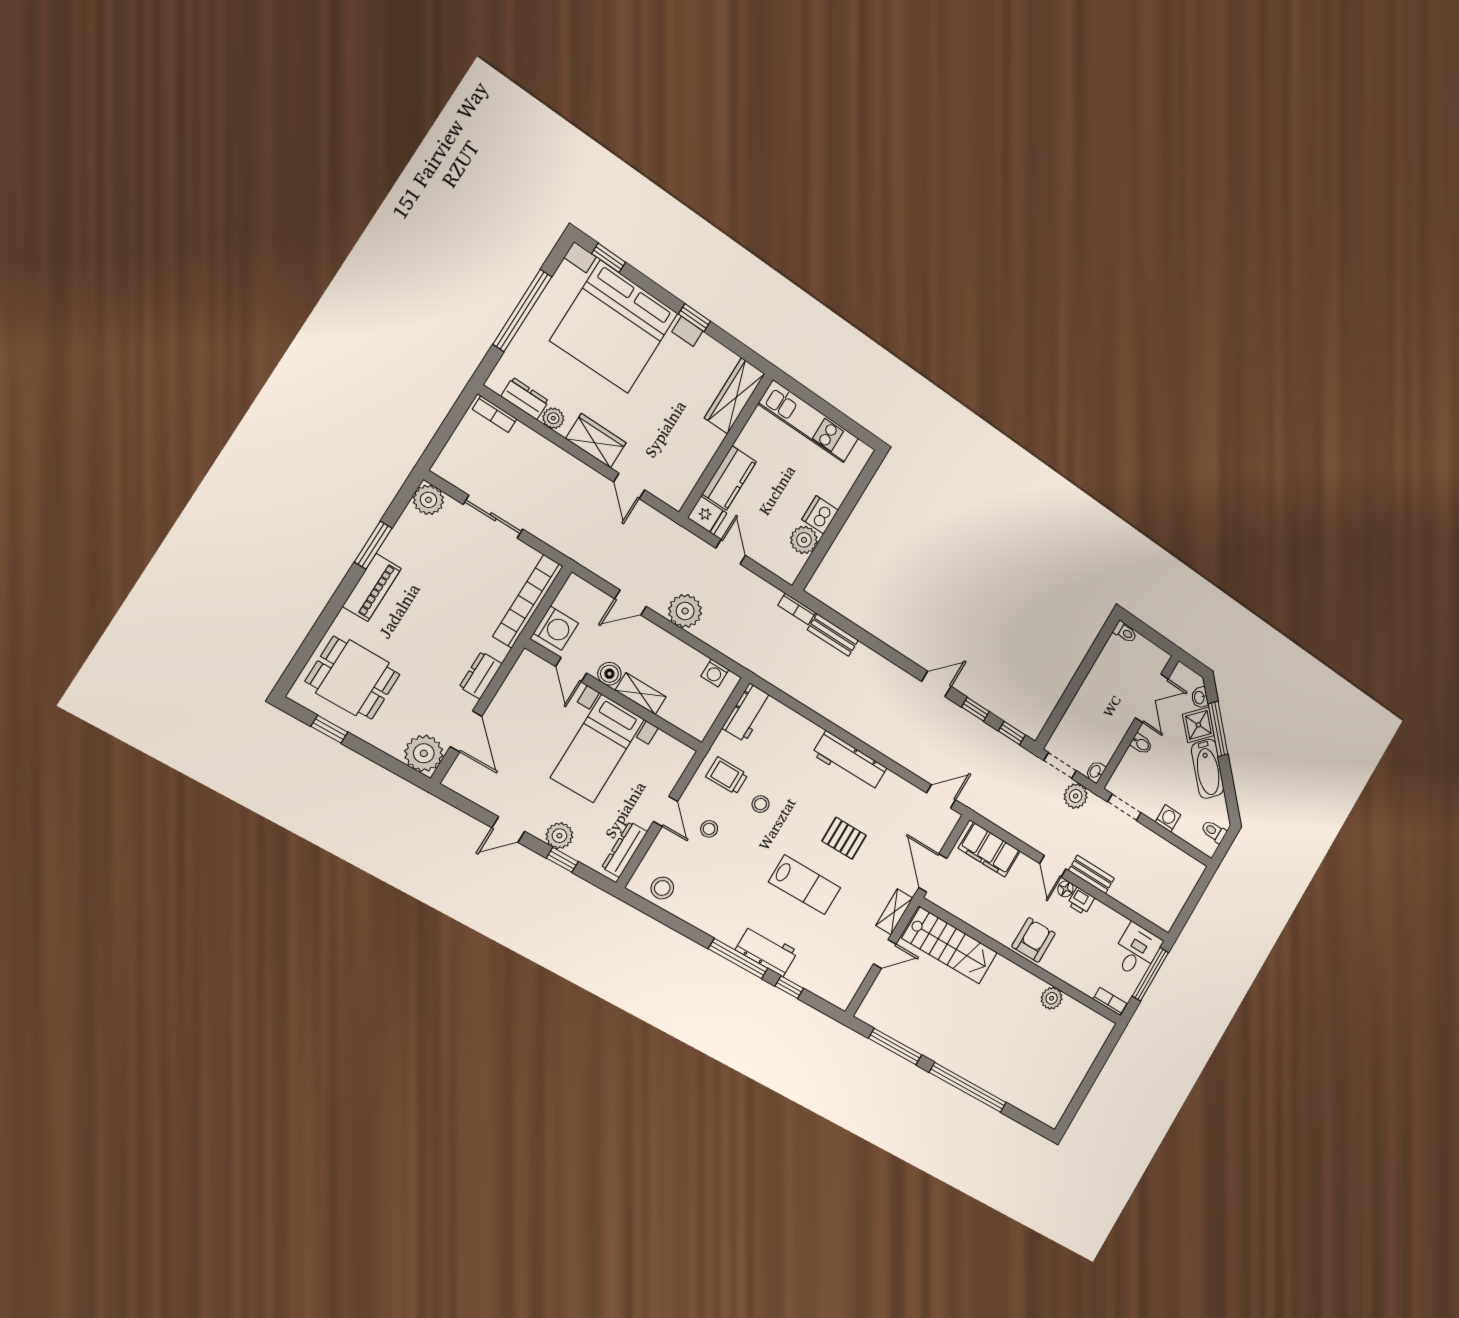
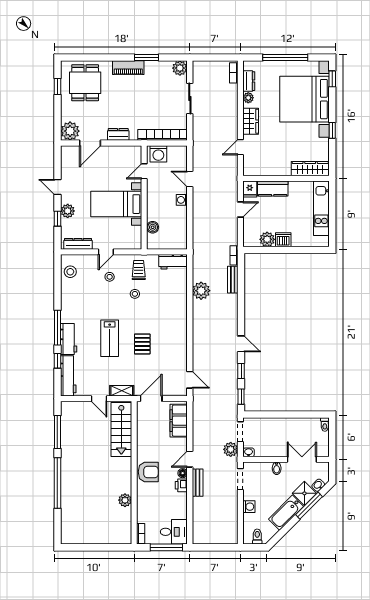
plant: (685, 611) -> (201, 291), moved
washing machine: (715, 673) -> (182, 200), moved
boiler: (609, 674) -> (153, 227), moved
shelving: (641, 694) -> (152, 208), removed
double door: (1152, 698) -> (302, 459), swing flipped
workbench: (850, 761) -> (68, 376), moved, turned 180

